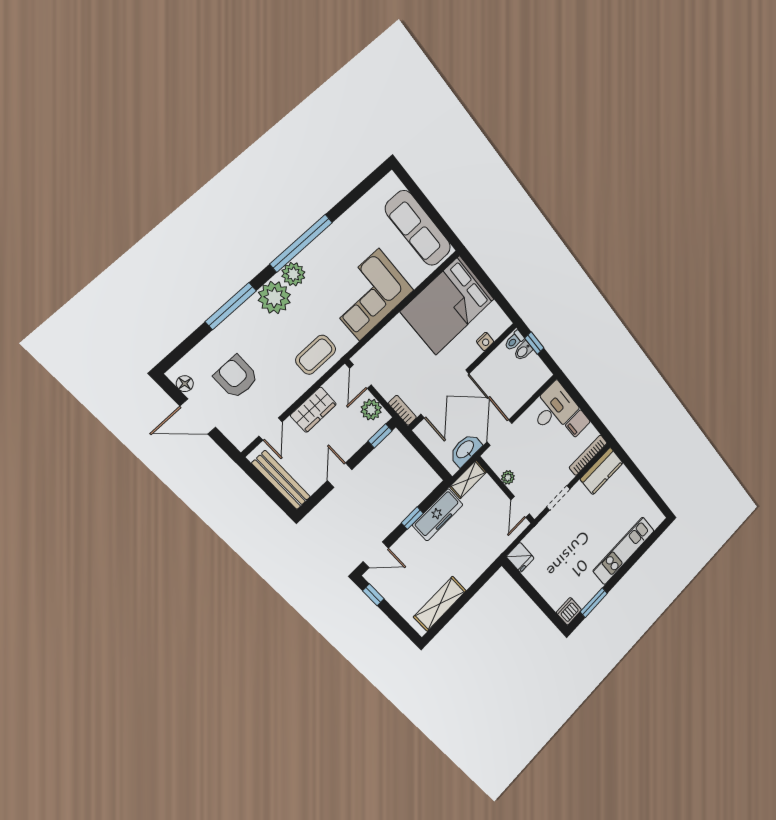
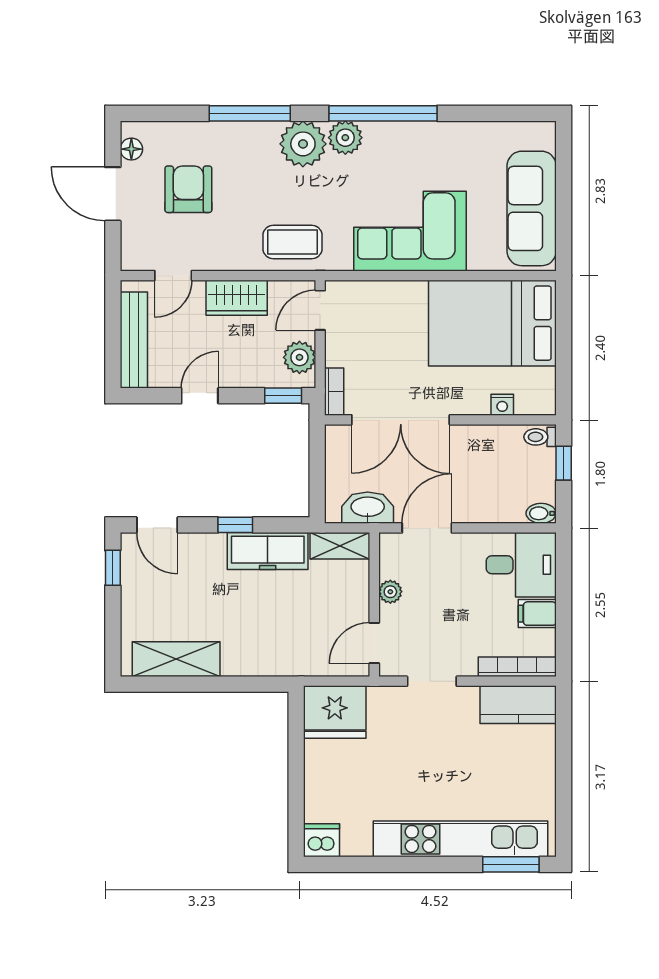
bidet: (523, 351) -> (541, 513), moved
kitchen unit: (624, 551) -> (461, 839), width x1.36
fridge: (520, 557) -> (335, 712), width x1.88, depth x1.34
window: (594, 603) -> (511, 864), moved

